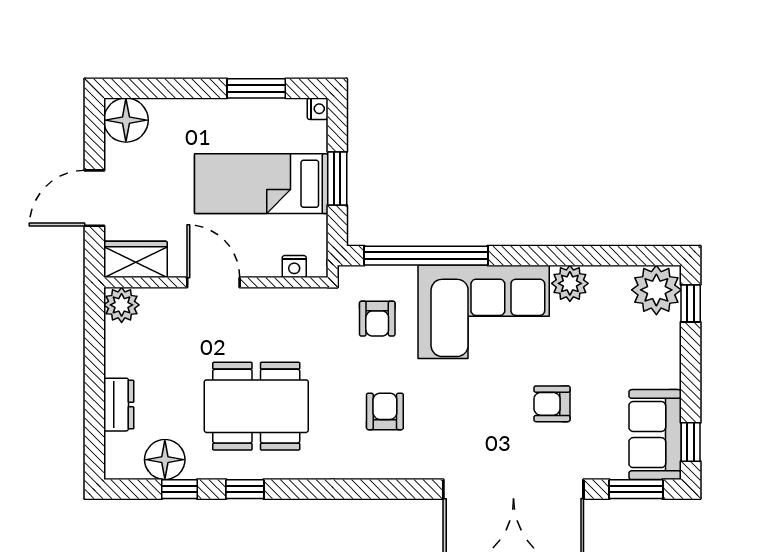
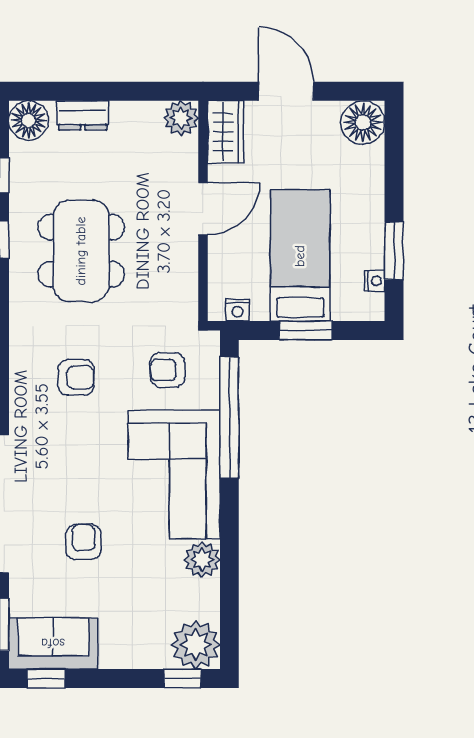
nightstand: (318, 109) -> (375, 281), moved, turned -90
nightstand: (294, 267) -> (237, 310), moved, turned -90
floor lamp: (165, 460) -> (29, 120), moved

